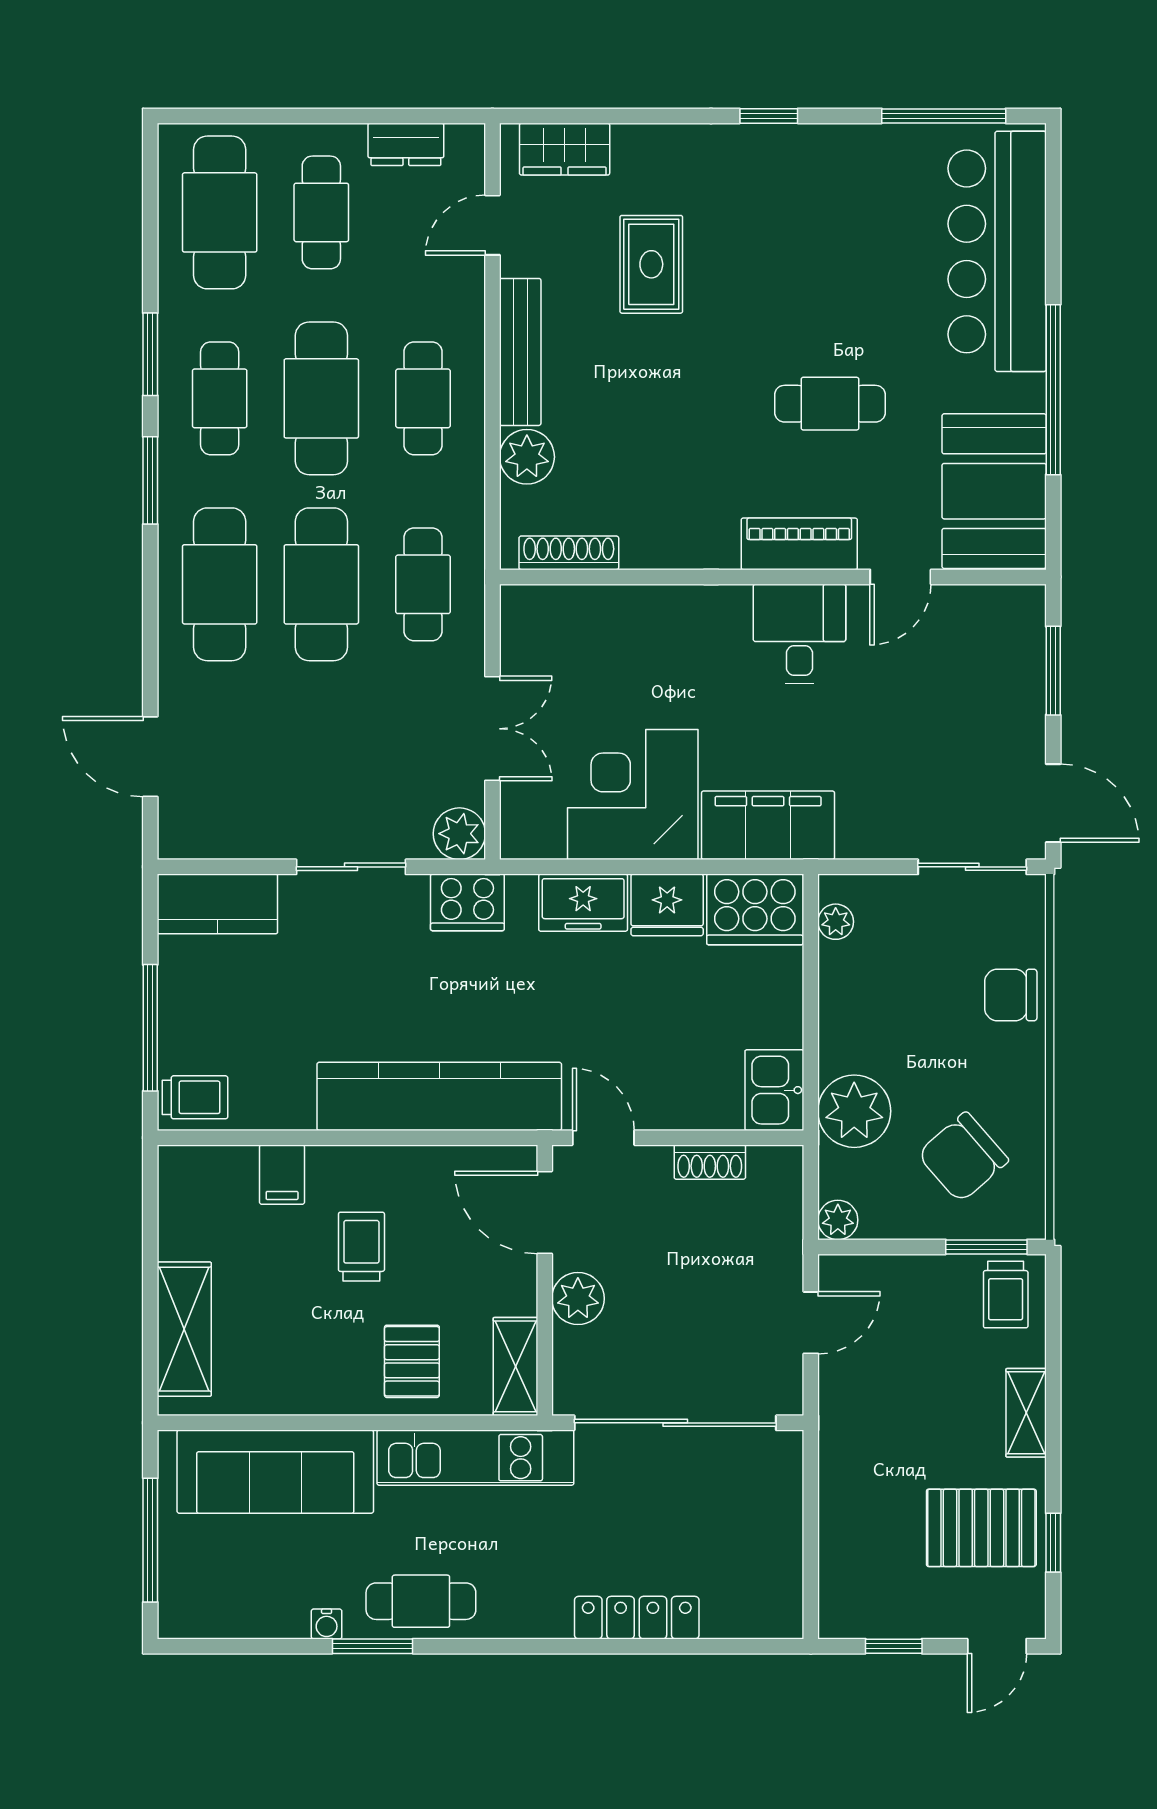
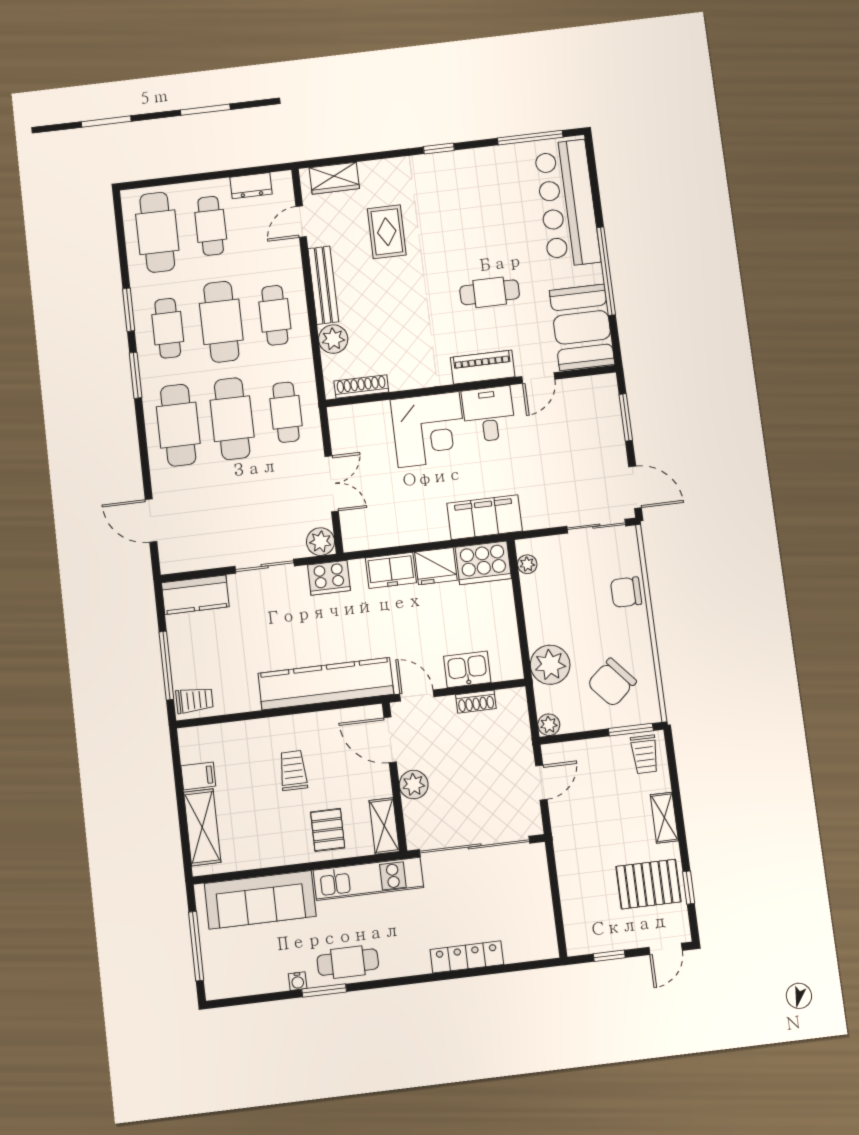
corner desk: (633, 795) -> (429, 430), moved, turned 180
kitchen sink: (774, 1090) -> (467, 669), moved, turned 90
filing cabinet: (282, 1175) -> (198, 776), moved, turned -90

